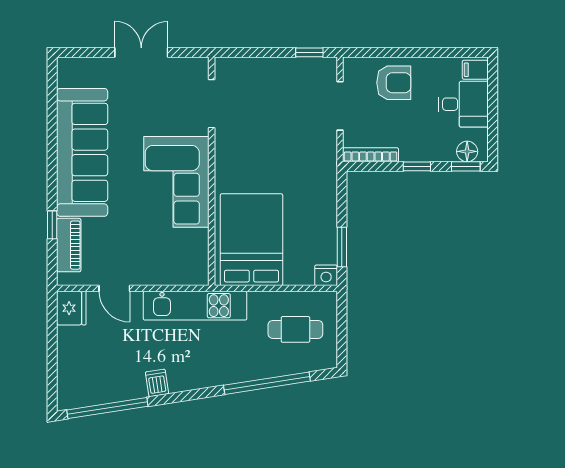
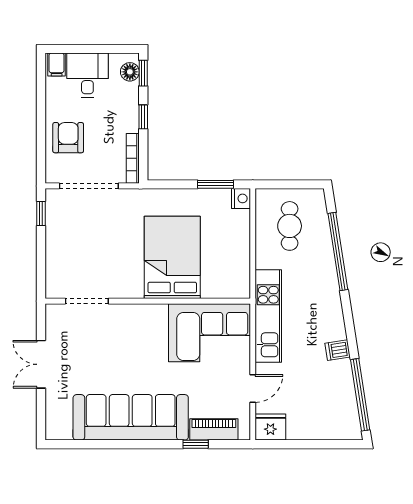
doorway: (340, 106) -> (89, 186), width x1.36
corner sofa: (176, 182) -> (209, 333), moved
bed: (251, 240) -> (172, 257), moved, turned 90

